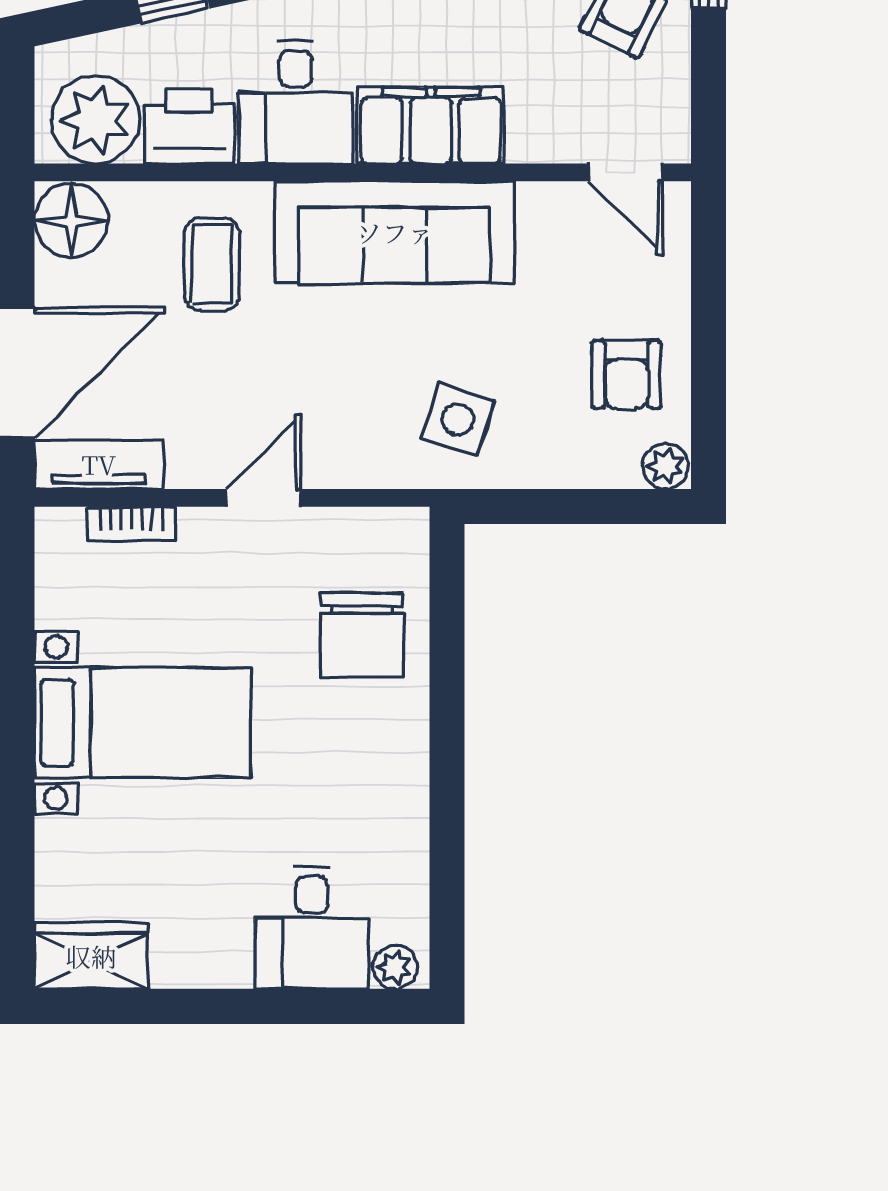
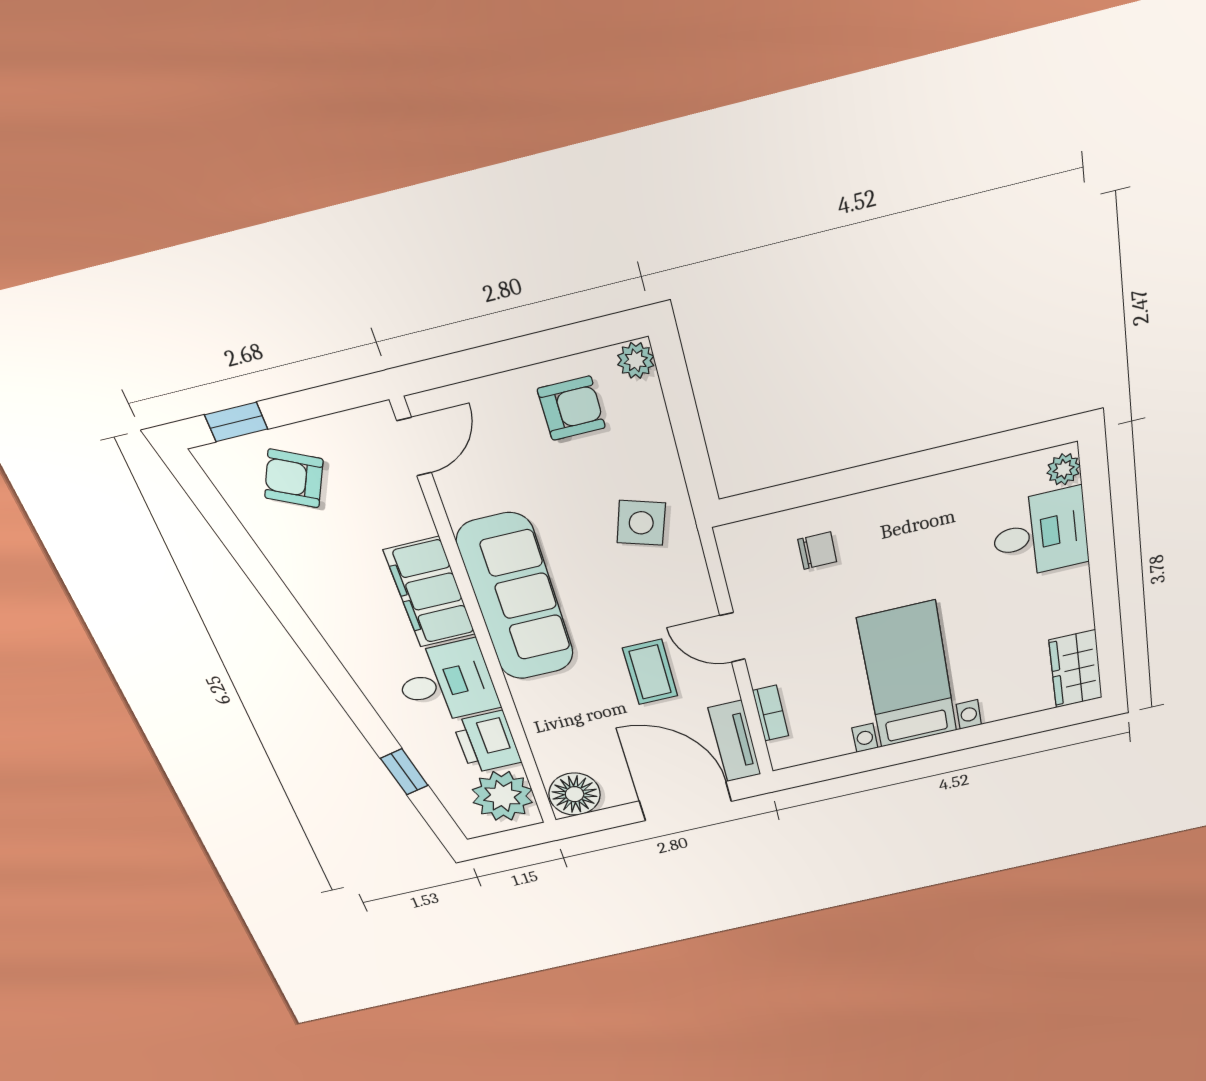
coffee table: (212, 264) -> (650, 672), moved, turned 90
chair: (362, 635) -> (817, 551), width x0.54, depth x0.54

